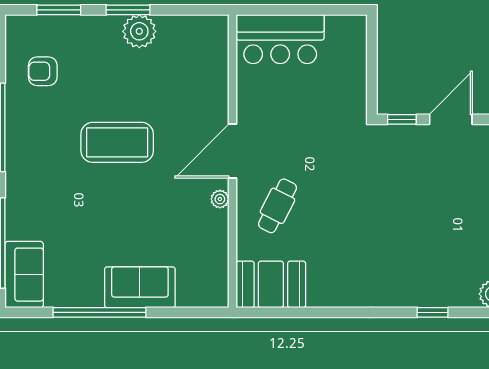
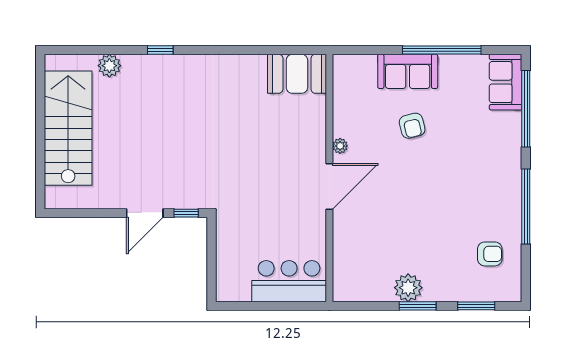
coffee table: (117, 142) -> (427, 194), removed
cafe table: (277, 206) -> (291, 140), removed
armchair: (135, 223) -> (412, 126), added

